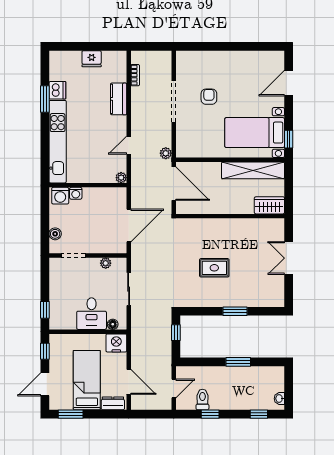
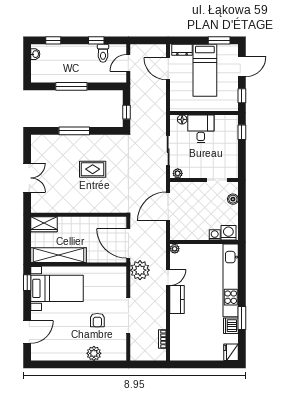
fridge: (92, 59) -> (231, 352), moved, turned -90
plant: (213, 59) -> (94, 353), added
kitchen counter: (119, 99) -> (177, 300), moved
plant: (166, 153) -> (140, 270), width x1.87, depth x1.87
plant: (106, 263) -> (178, 173), moved
window: (235, 311) -> (74, 131), width x1.44
nightstand: (116, 343) -> (179, 103), removed
window: (238, 362) -> (71, 86), width x1.44

